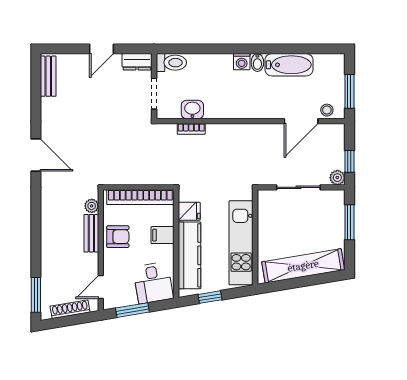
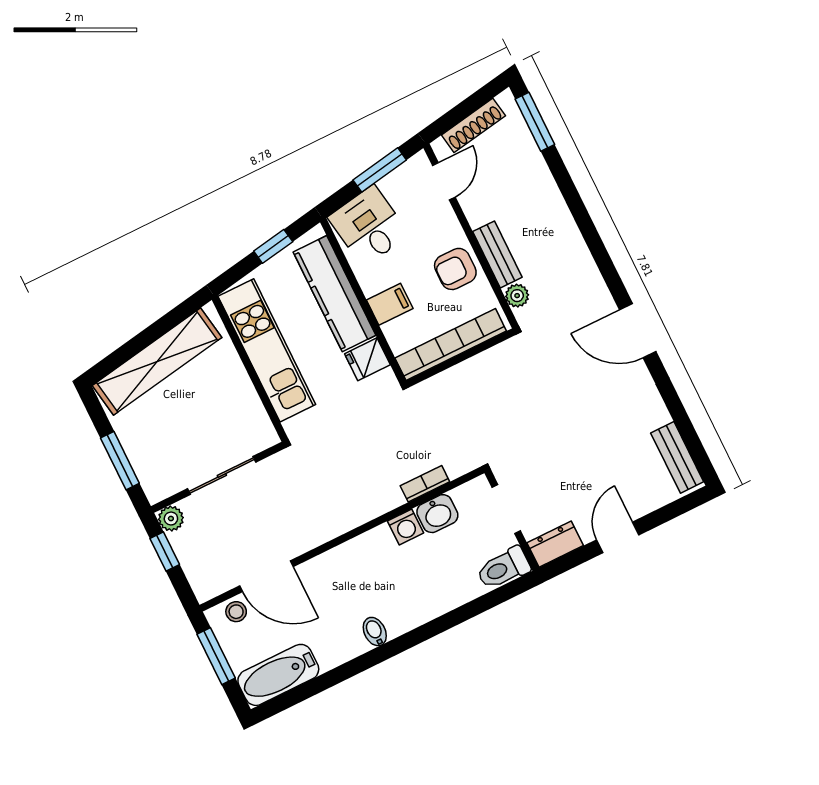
washing machine: (242, 62) -> (406, 527), moved, turned 180
bathtub: (289, 65) -> (278, 675), moved
door: (301, 121) -> (266, 576), swing flipped

